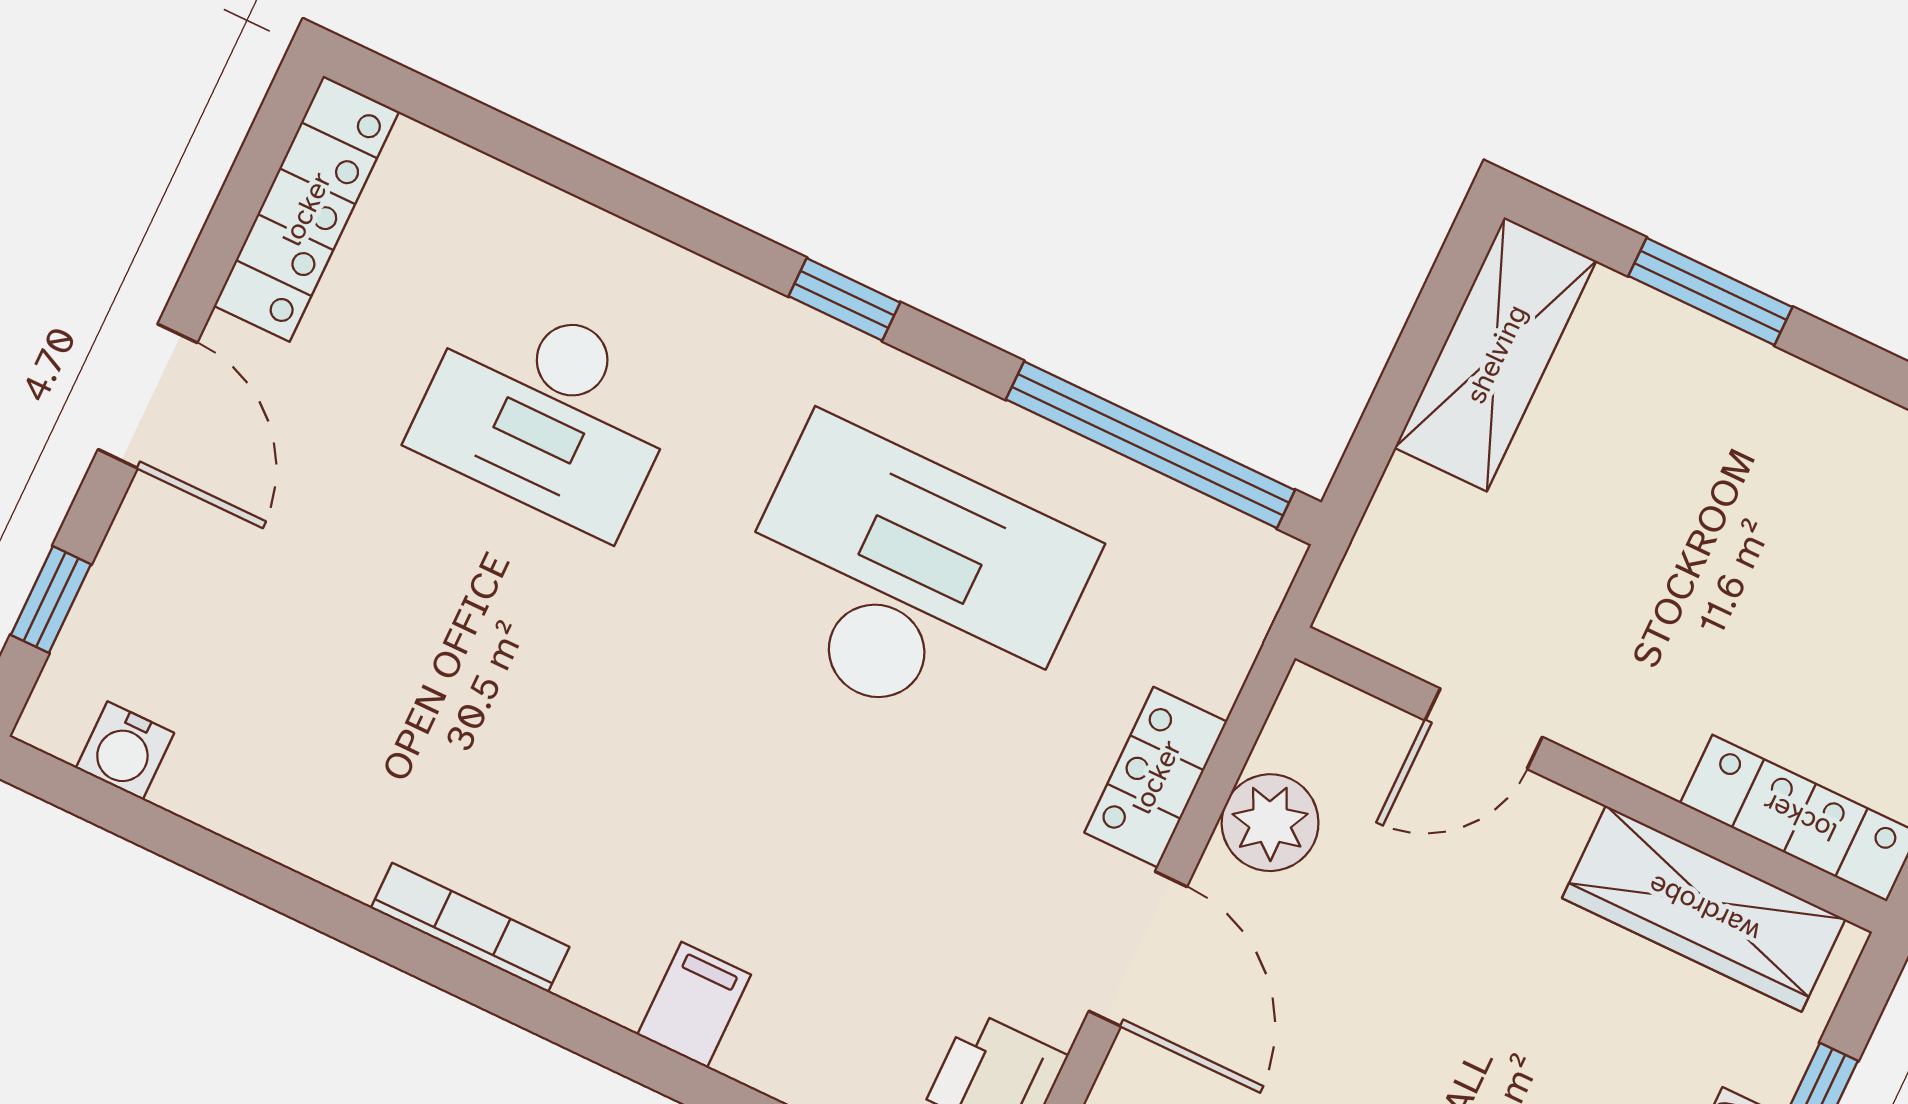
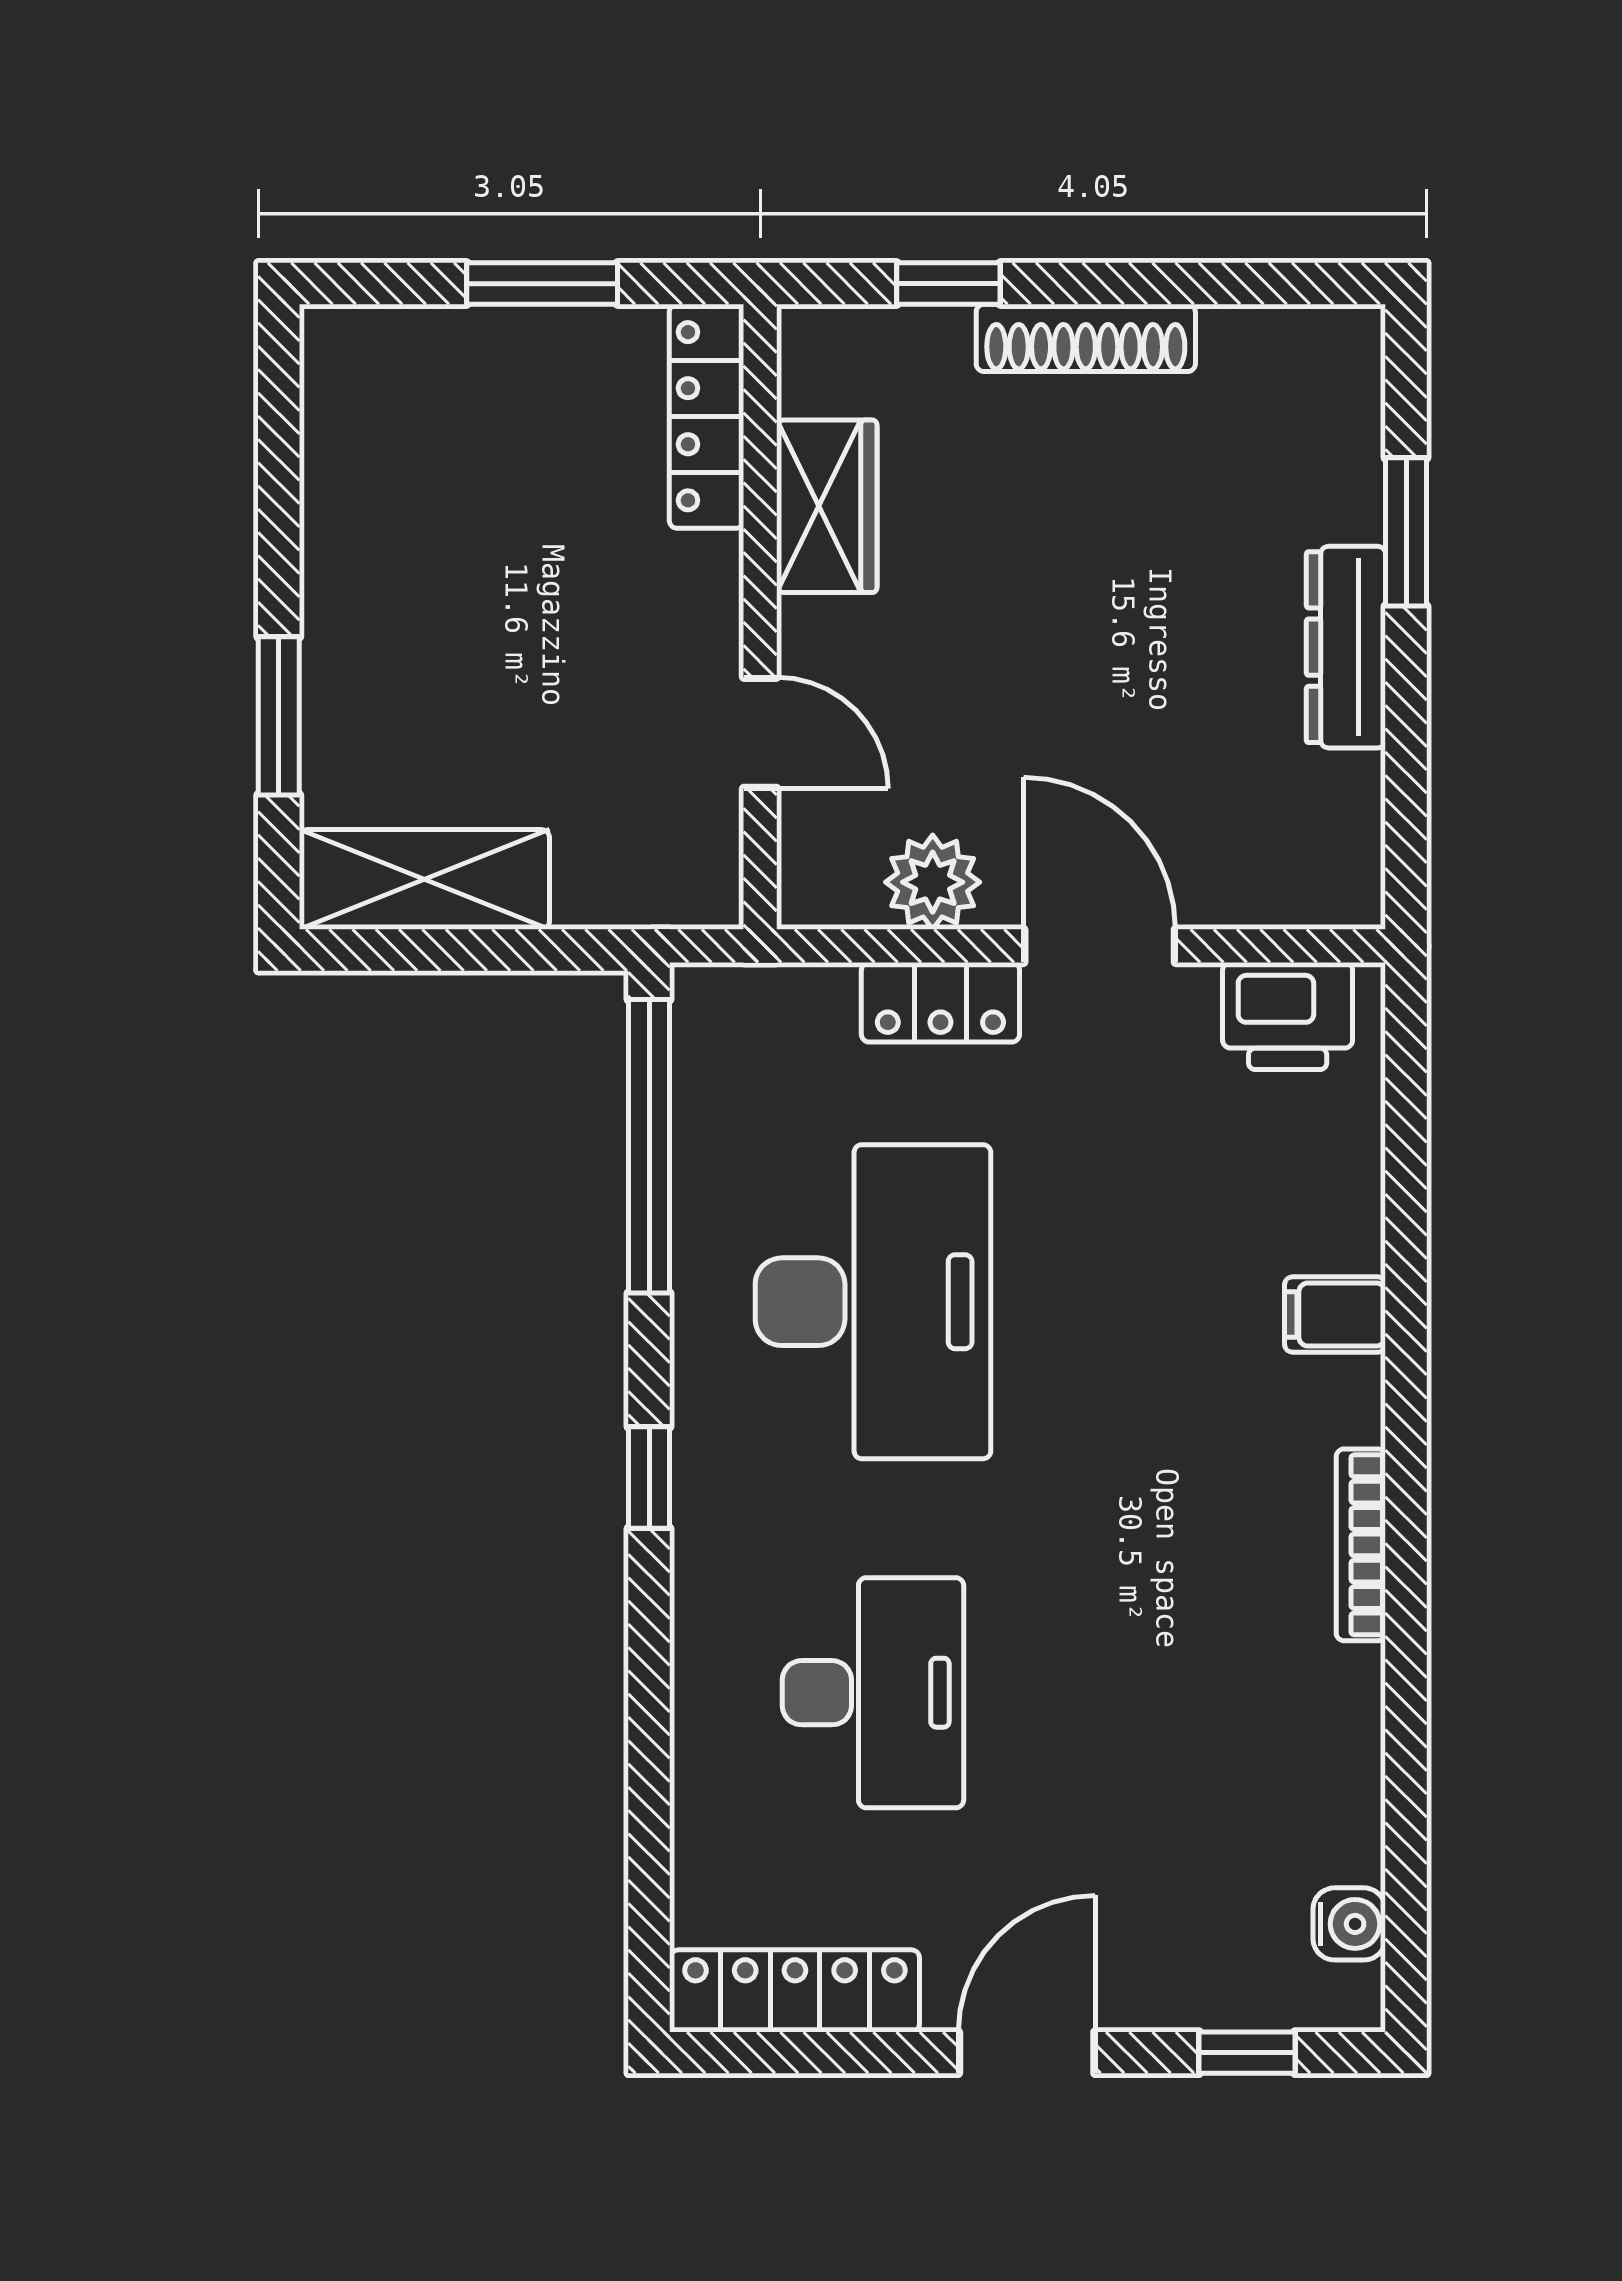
desk: (909, 583) -> (873, 1302), turned 180
wardrobe: (1704, 909) -> (827, 506), width x0.67
door: (1138, 949) -> (1100, 946), hinge flipped

